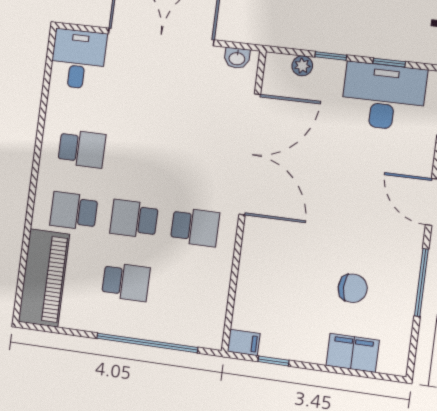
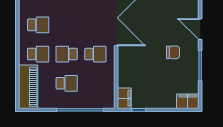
school desk: (74, 211) -> (38, 54), turned 180
chair: (353, 288) -> (173, 52), moved
filing cabinet: (244, 342) -> (124, 98), width x2.00
filing cabinet: (353, 353) -> (188, 101), moved

